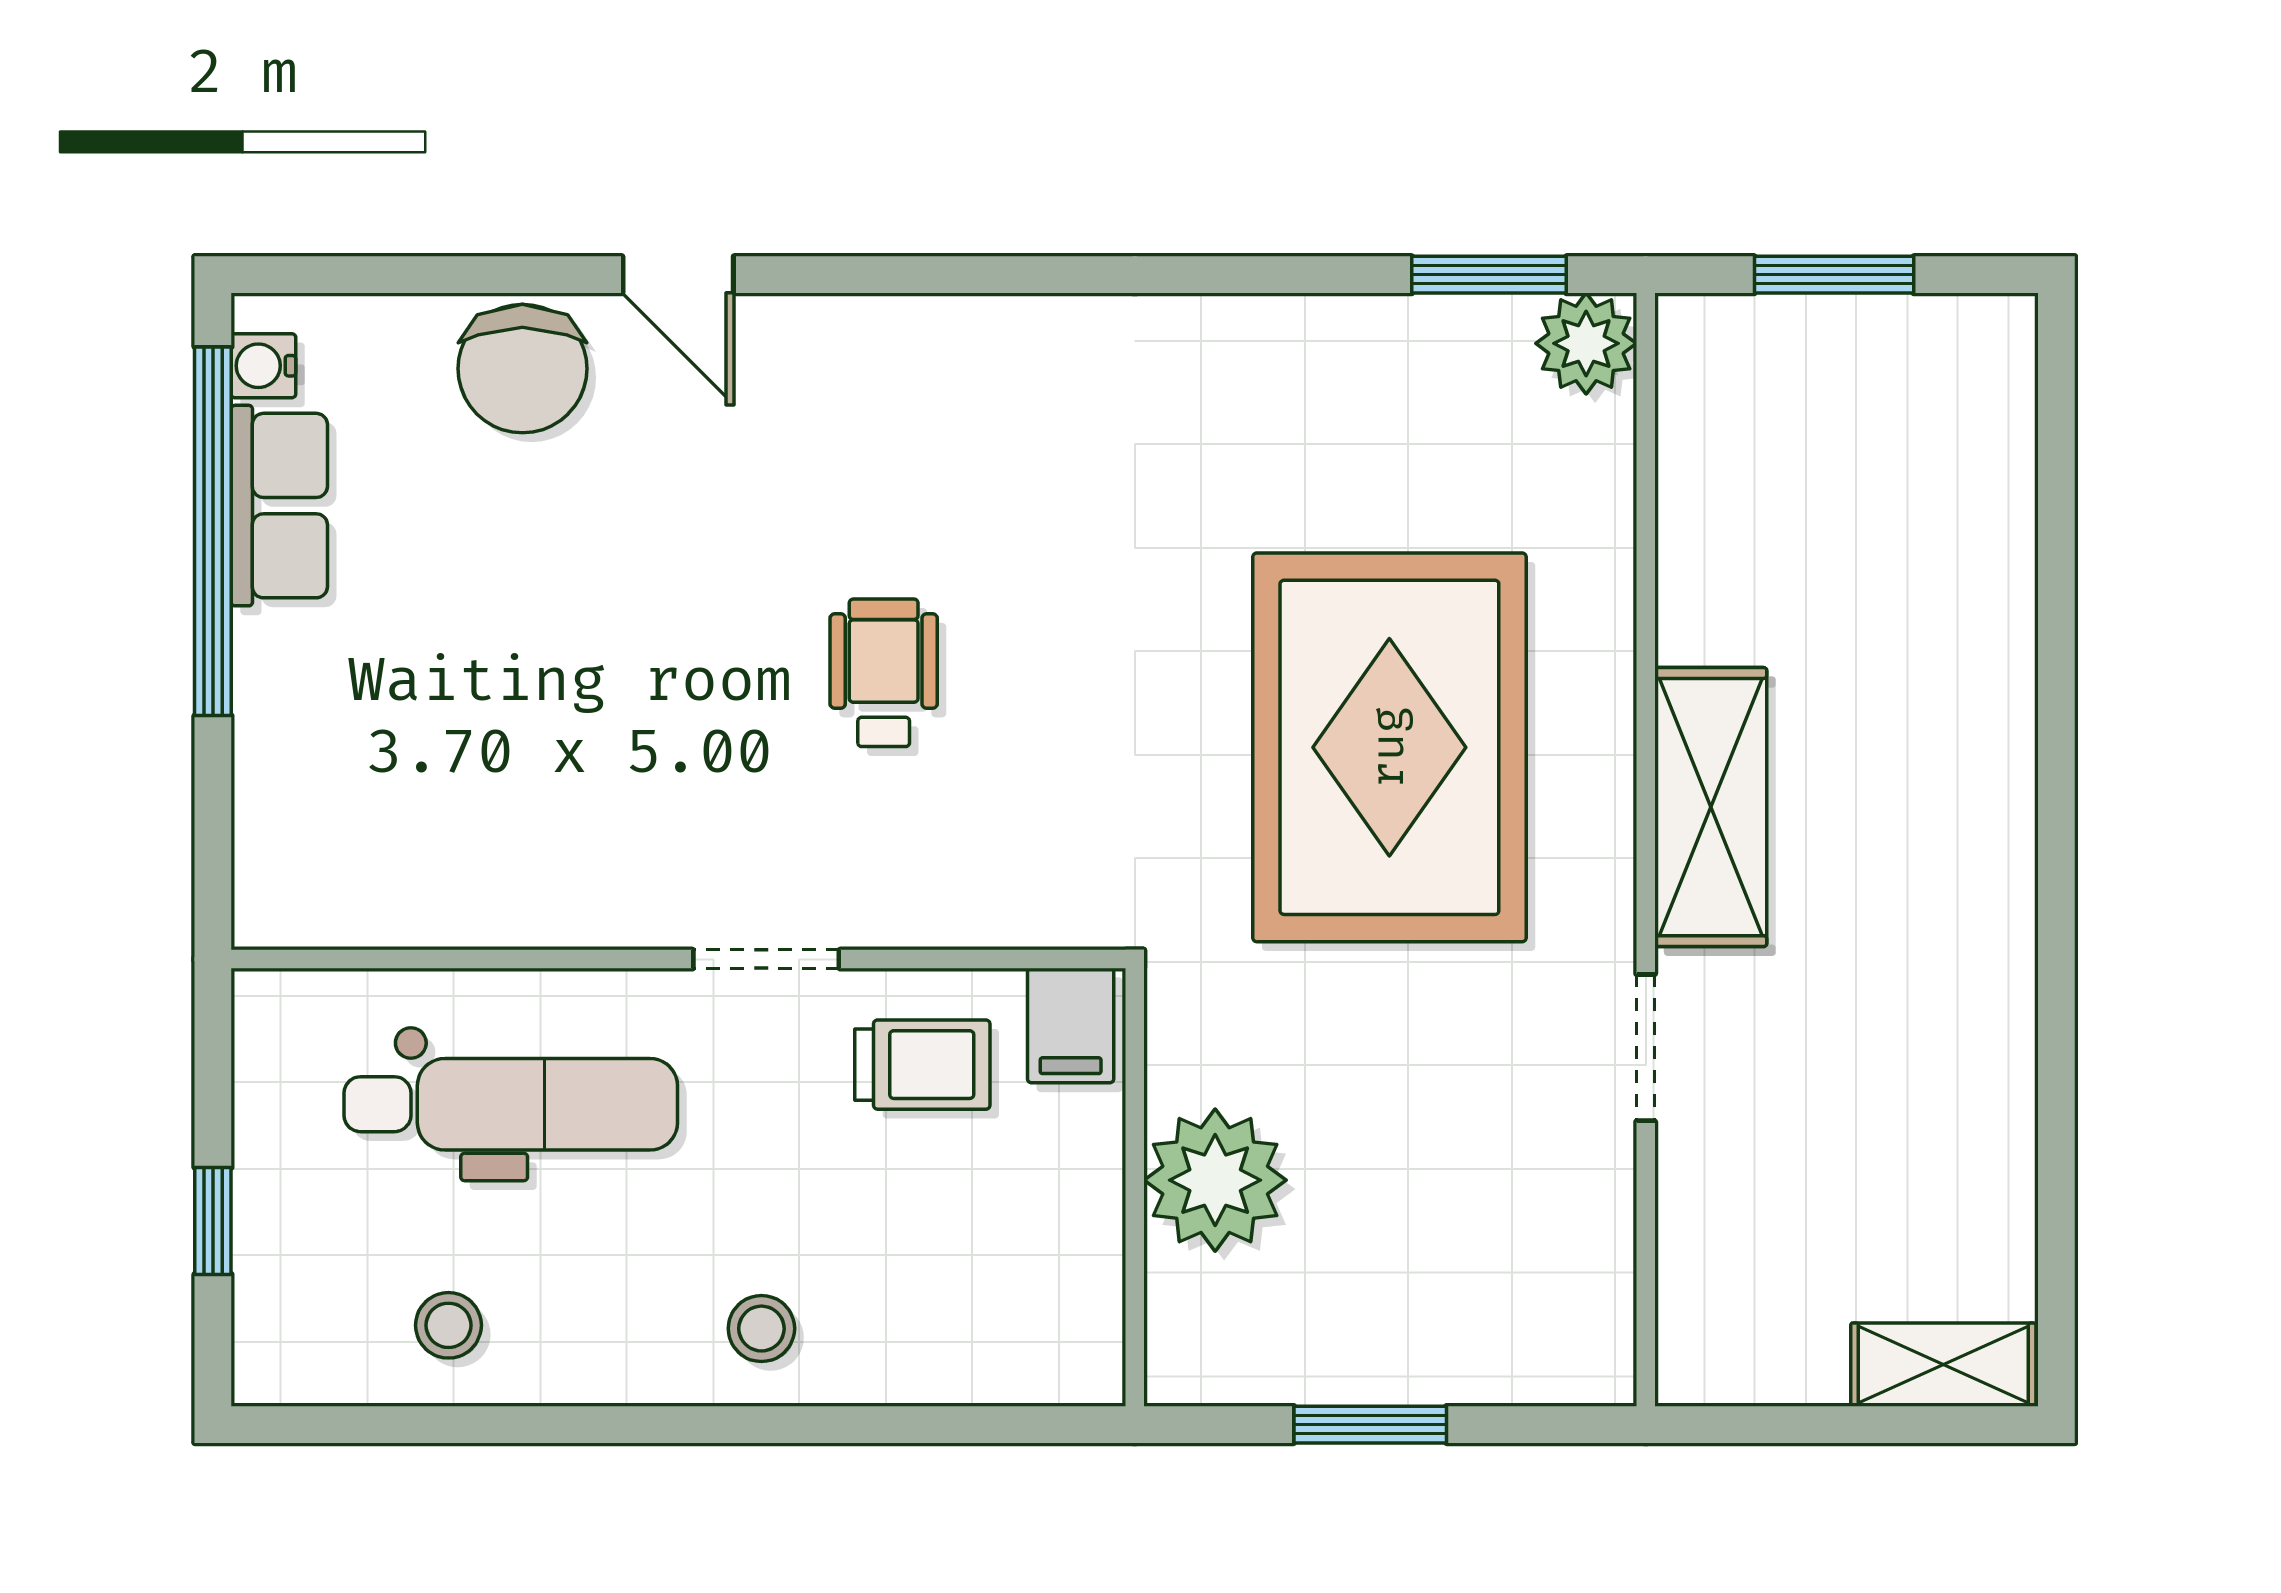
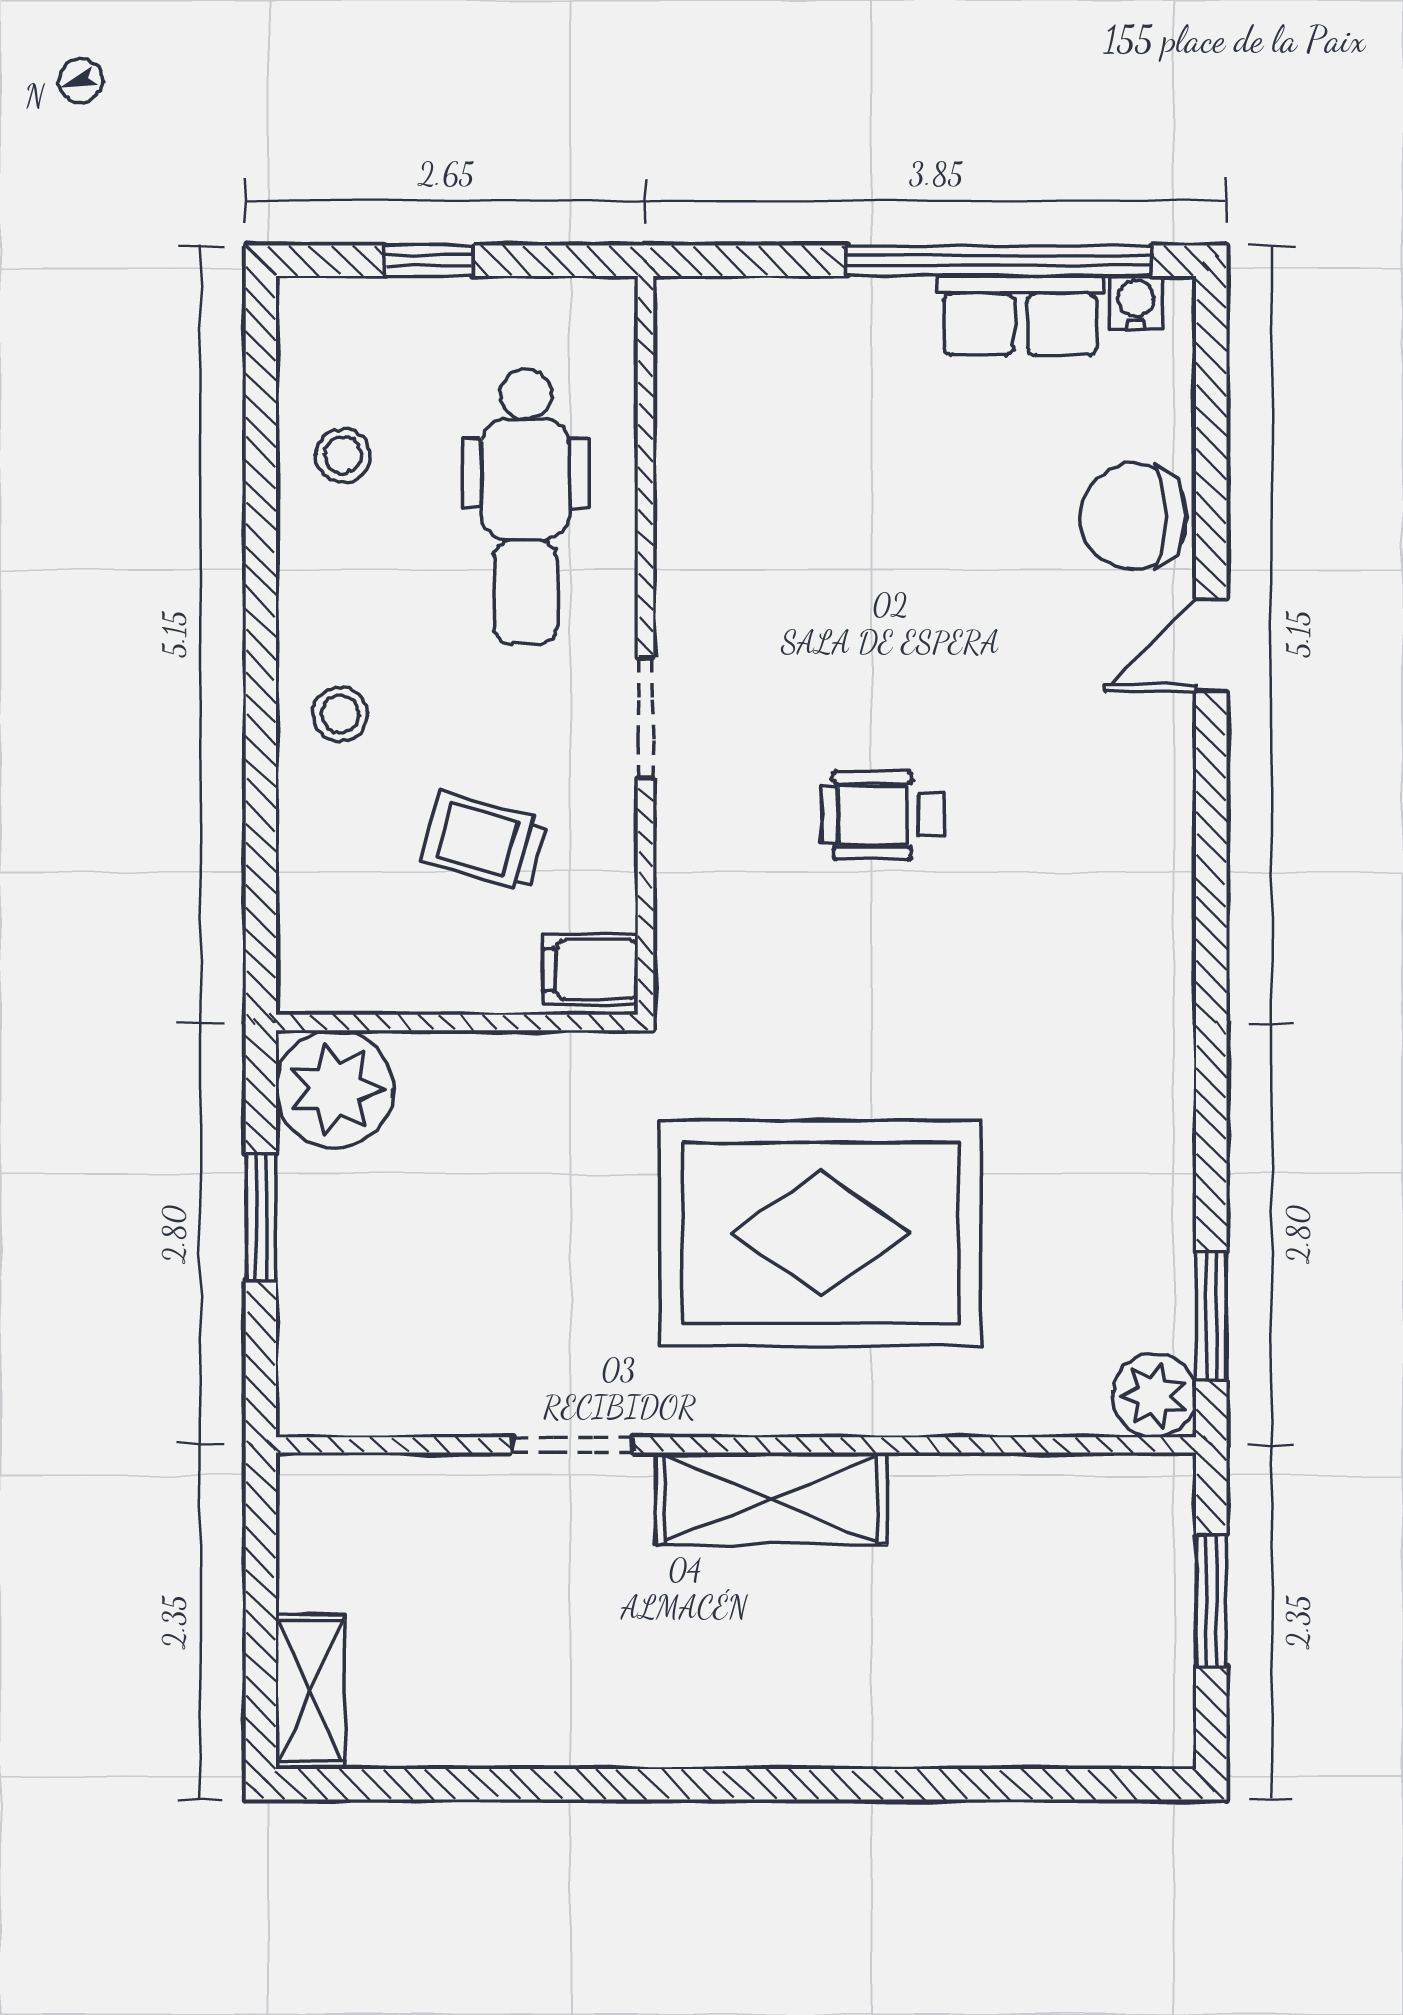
wheelchair: (884, 673) -> (882, 815), turned 180
trolley: (922, 1065) -> (485, 841), moved, turned 106
plant: (1215, 1180) -> (335, 1089), moved

